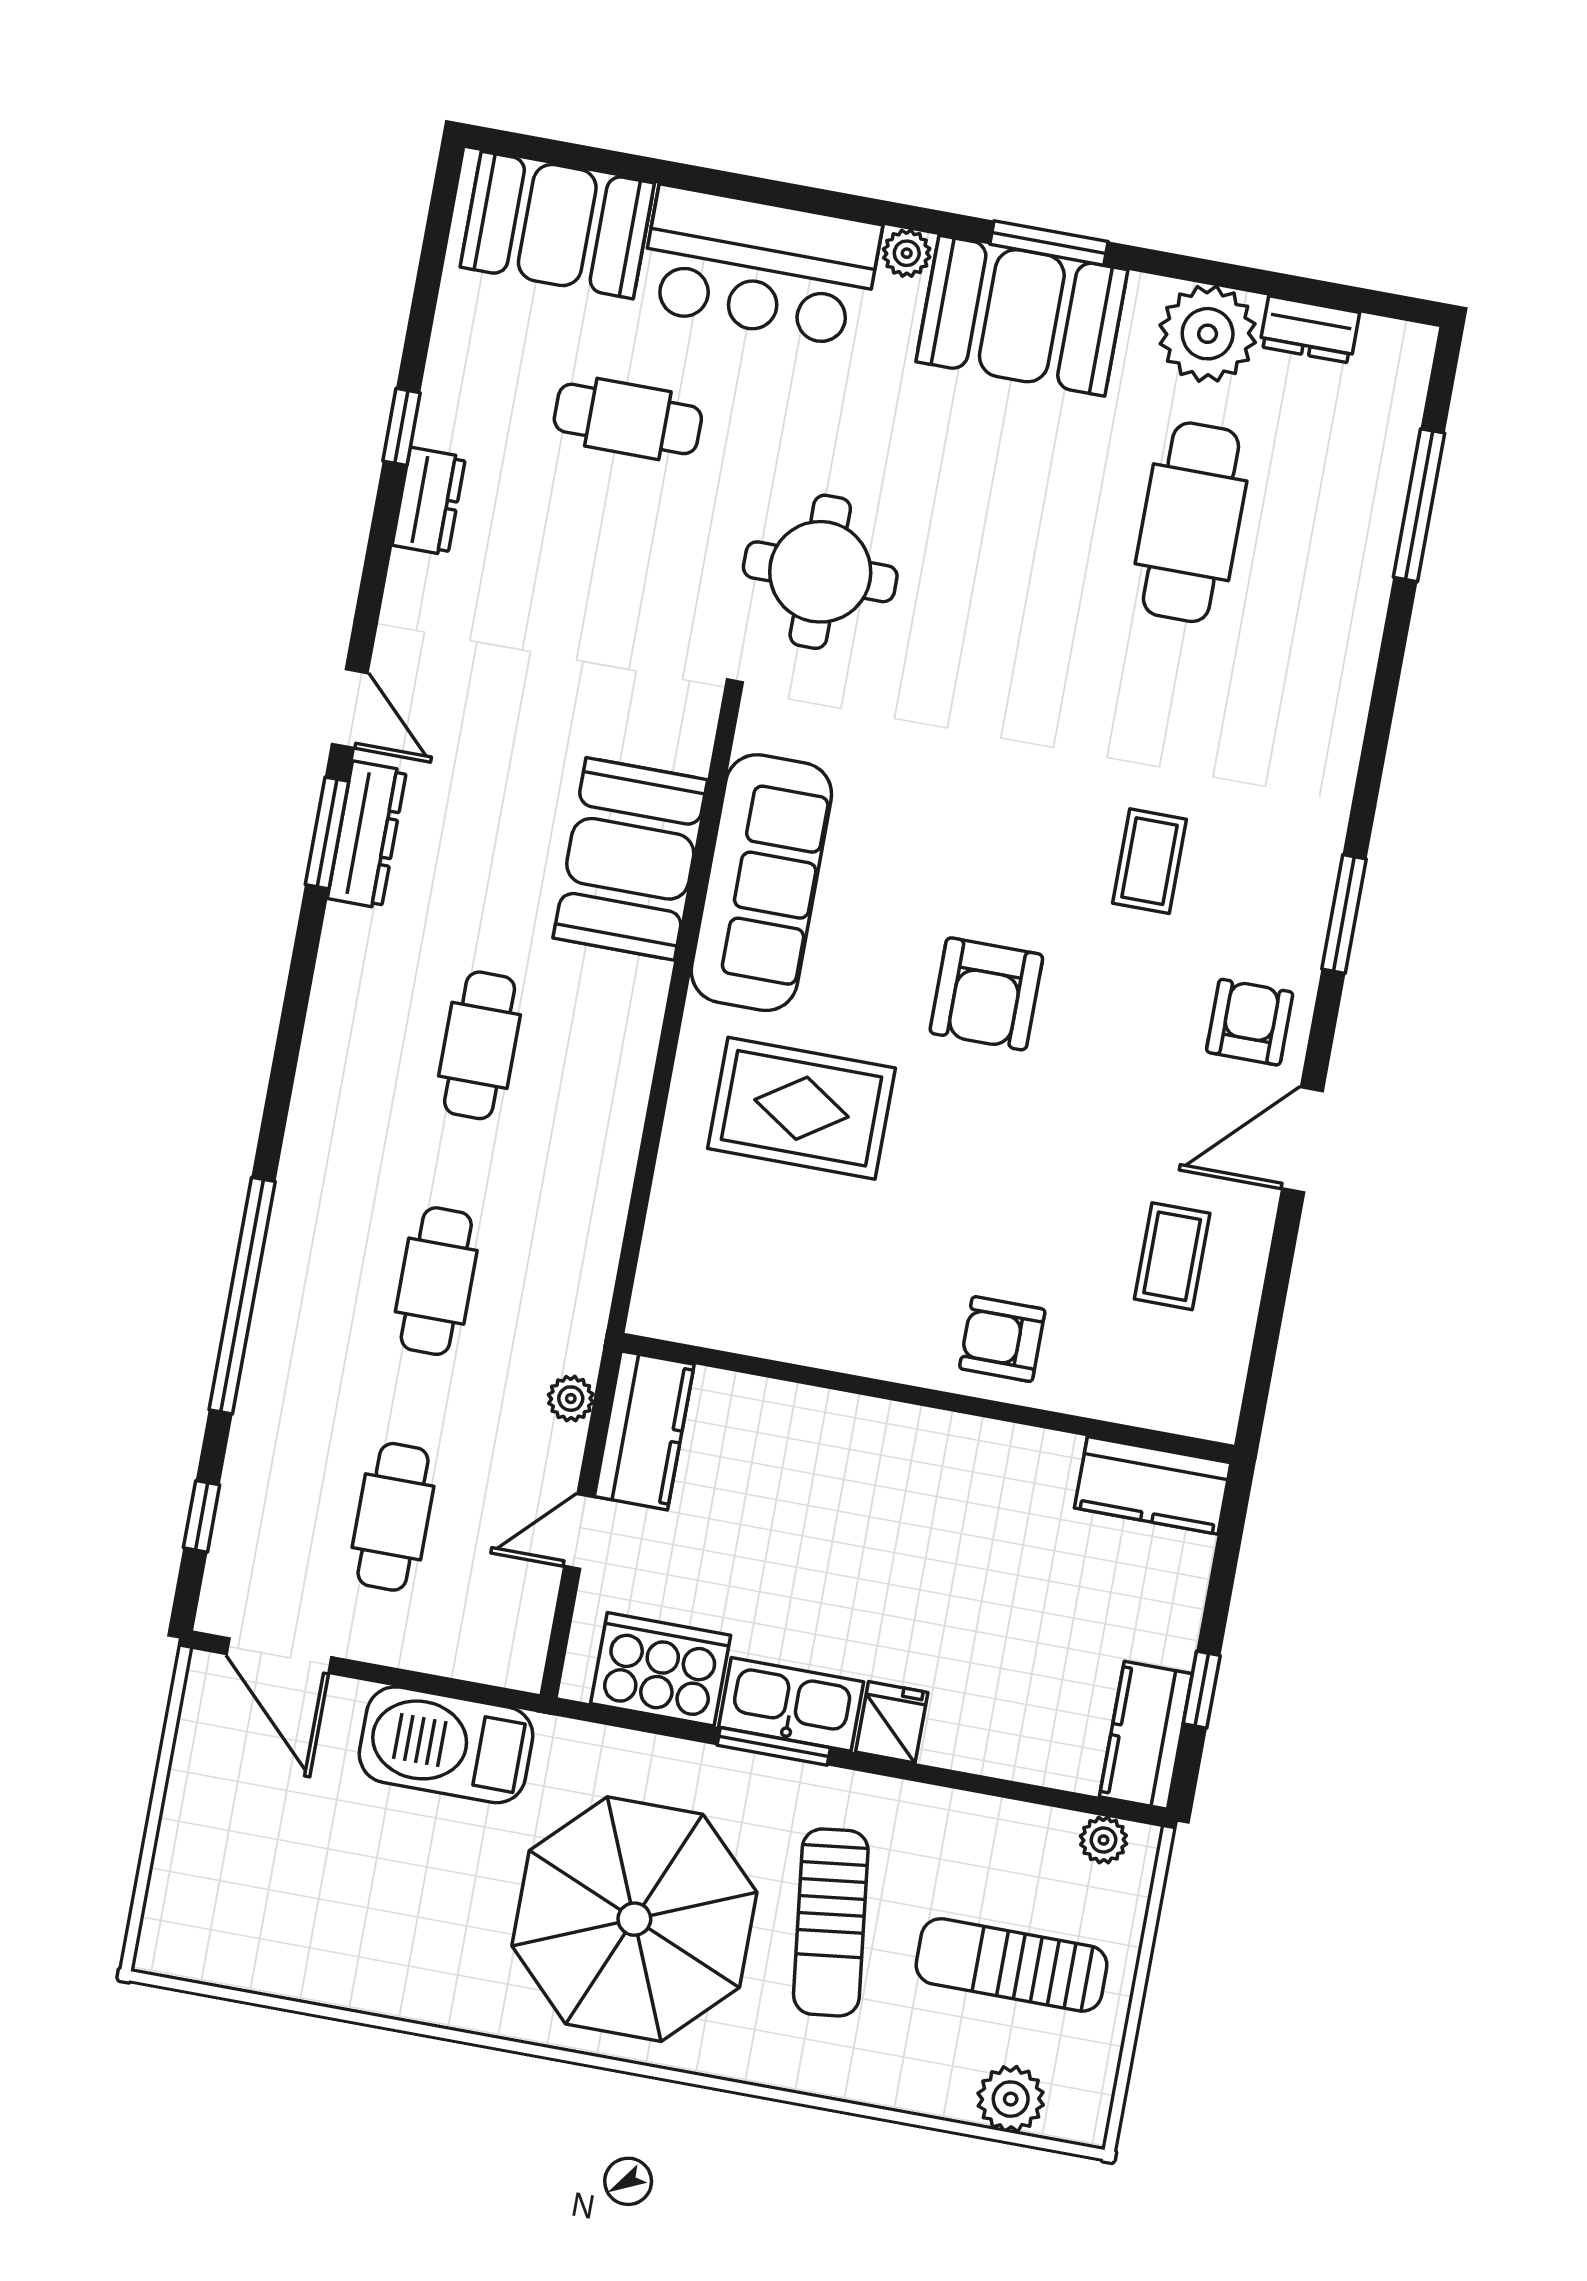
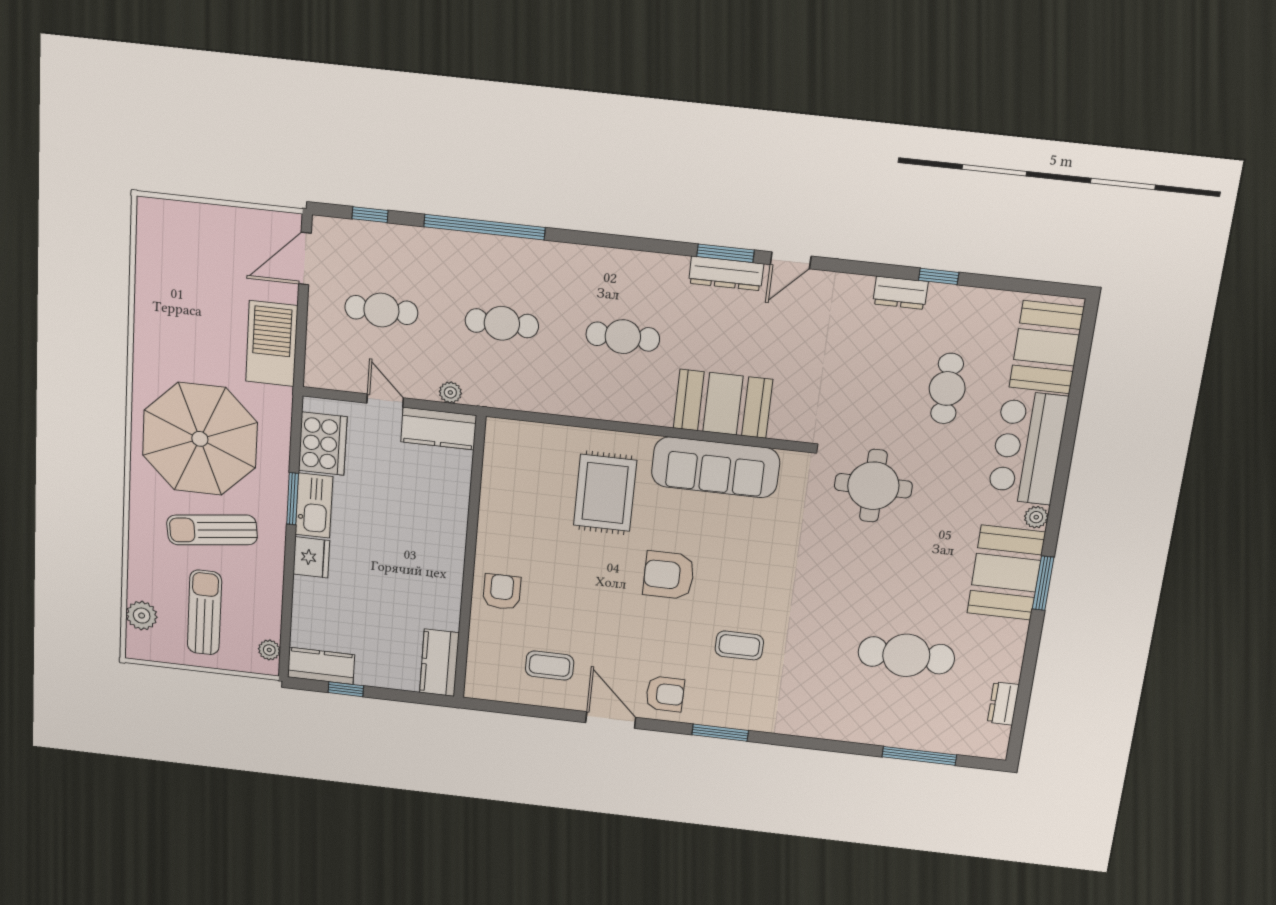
plant: (1208, 334) -> (1000, 658), removed
fridge: (892, 1722) -> (311, 557), width x1.38

